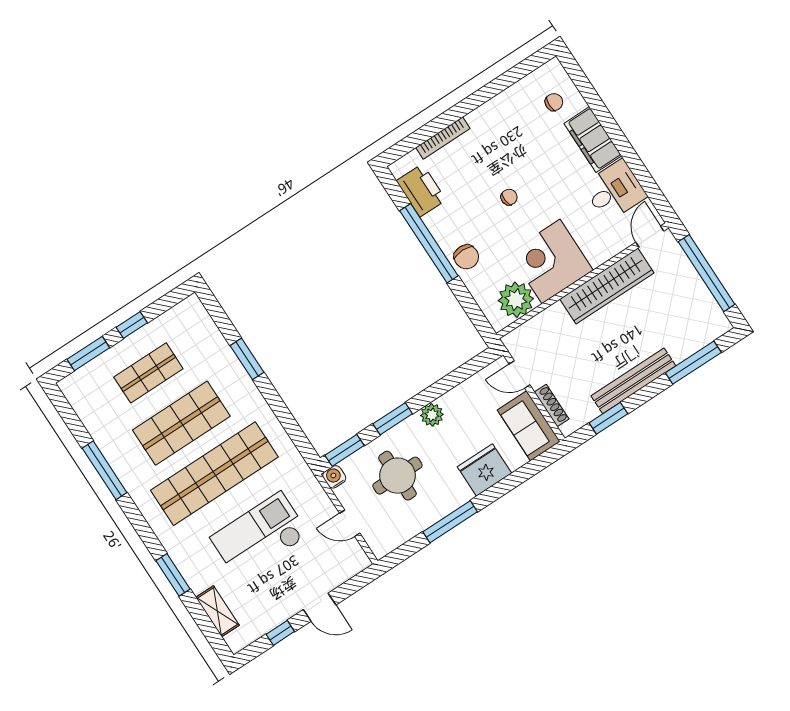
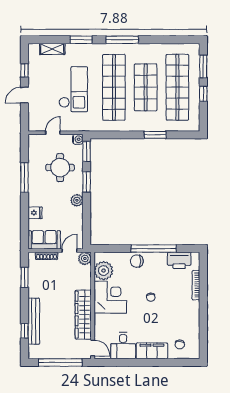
plant: (516, 342) -> (85, 258), added
window: (693, 363) -> (24, 331), width x0.46
shop shelf: (148, 373) -> (177, 87), width x2.00, depth x1.36
bench: (633, 381) -> (34, 321), moved
window: (105, 470) -> (122, 40), moved
fridge: (484, 470) -> (35, 213), width x0.53, depth x0.75

